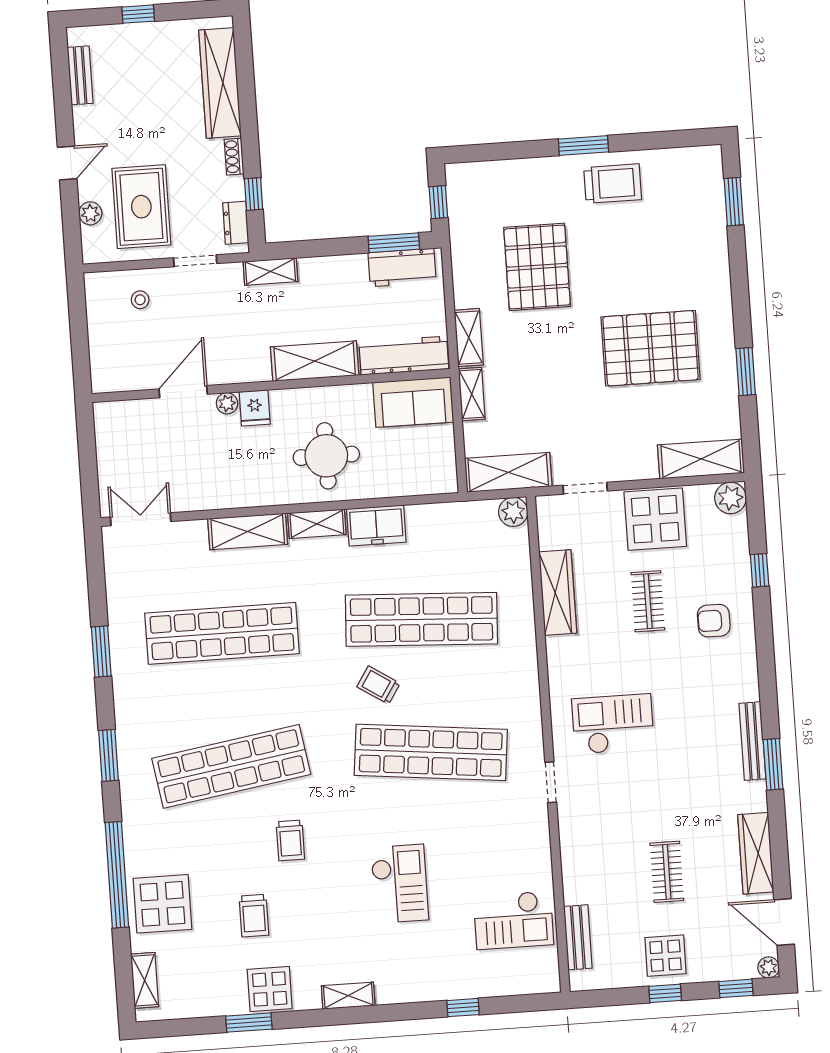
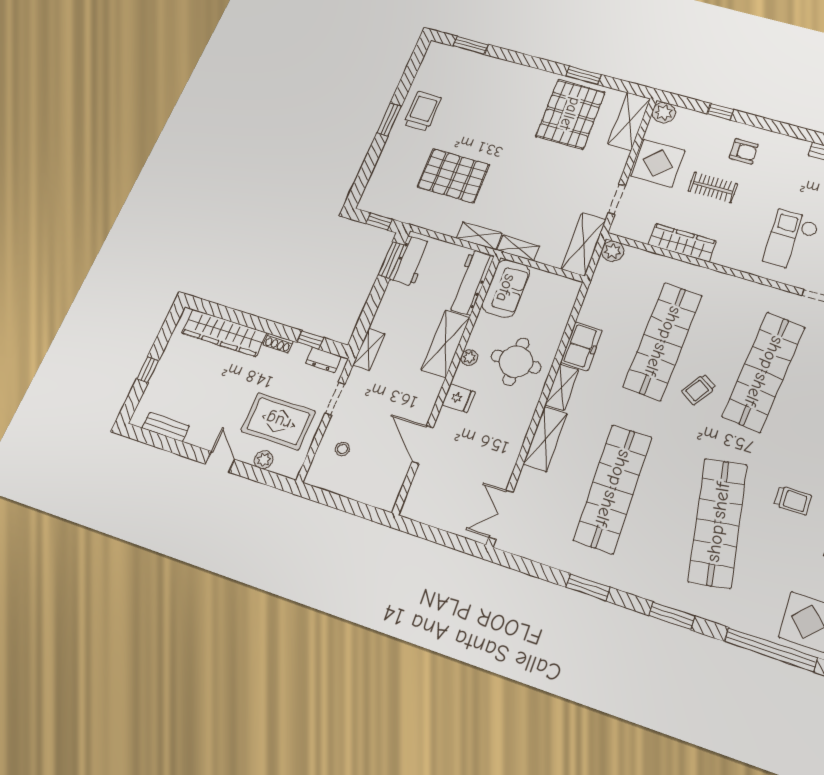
pallet: (650, 348) -> (570, 114), moved
plant: (227, 403) -> (469, 357), moved
armchair: (714, 621) -> (744, 151), turned -90

